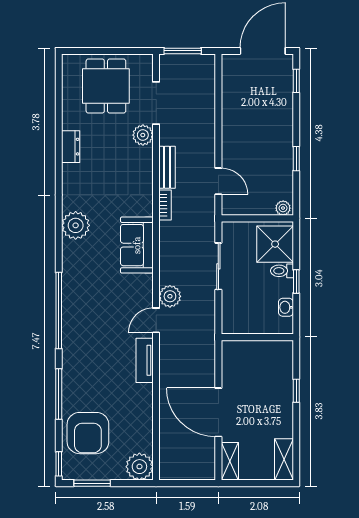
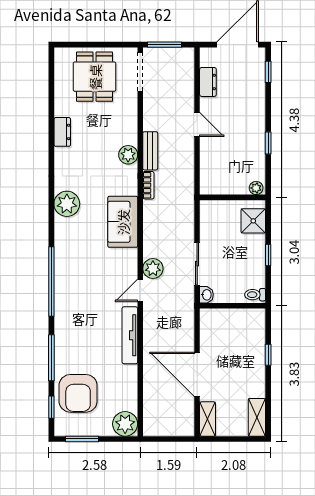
dresser: (230, 92) -> (208, 82), added
doorway: (156, 103) -> (140, 72), moved
plant: (143, 135) -> (128, 155), moved
door: (218, 181) -> (197, 124), moved
shower: (275, 244) -> (253, 221), width x0.73, depth x0.73
sliding door: (218, 266) -> (197, 264), moved
toilet: (282, 271) -> (255, 295), moved
washbasin: (286, 307) -> (206, 295), moved, turned 180
tv unit: (145, 360) -> (130, 335), width x1.41
window: (59, 464) -> (51, 407), moved

